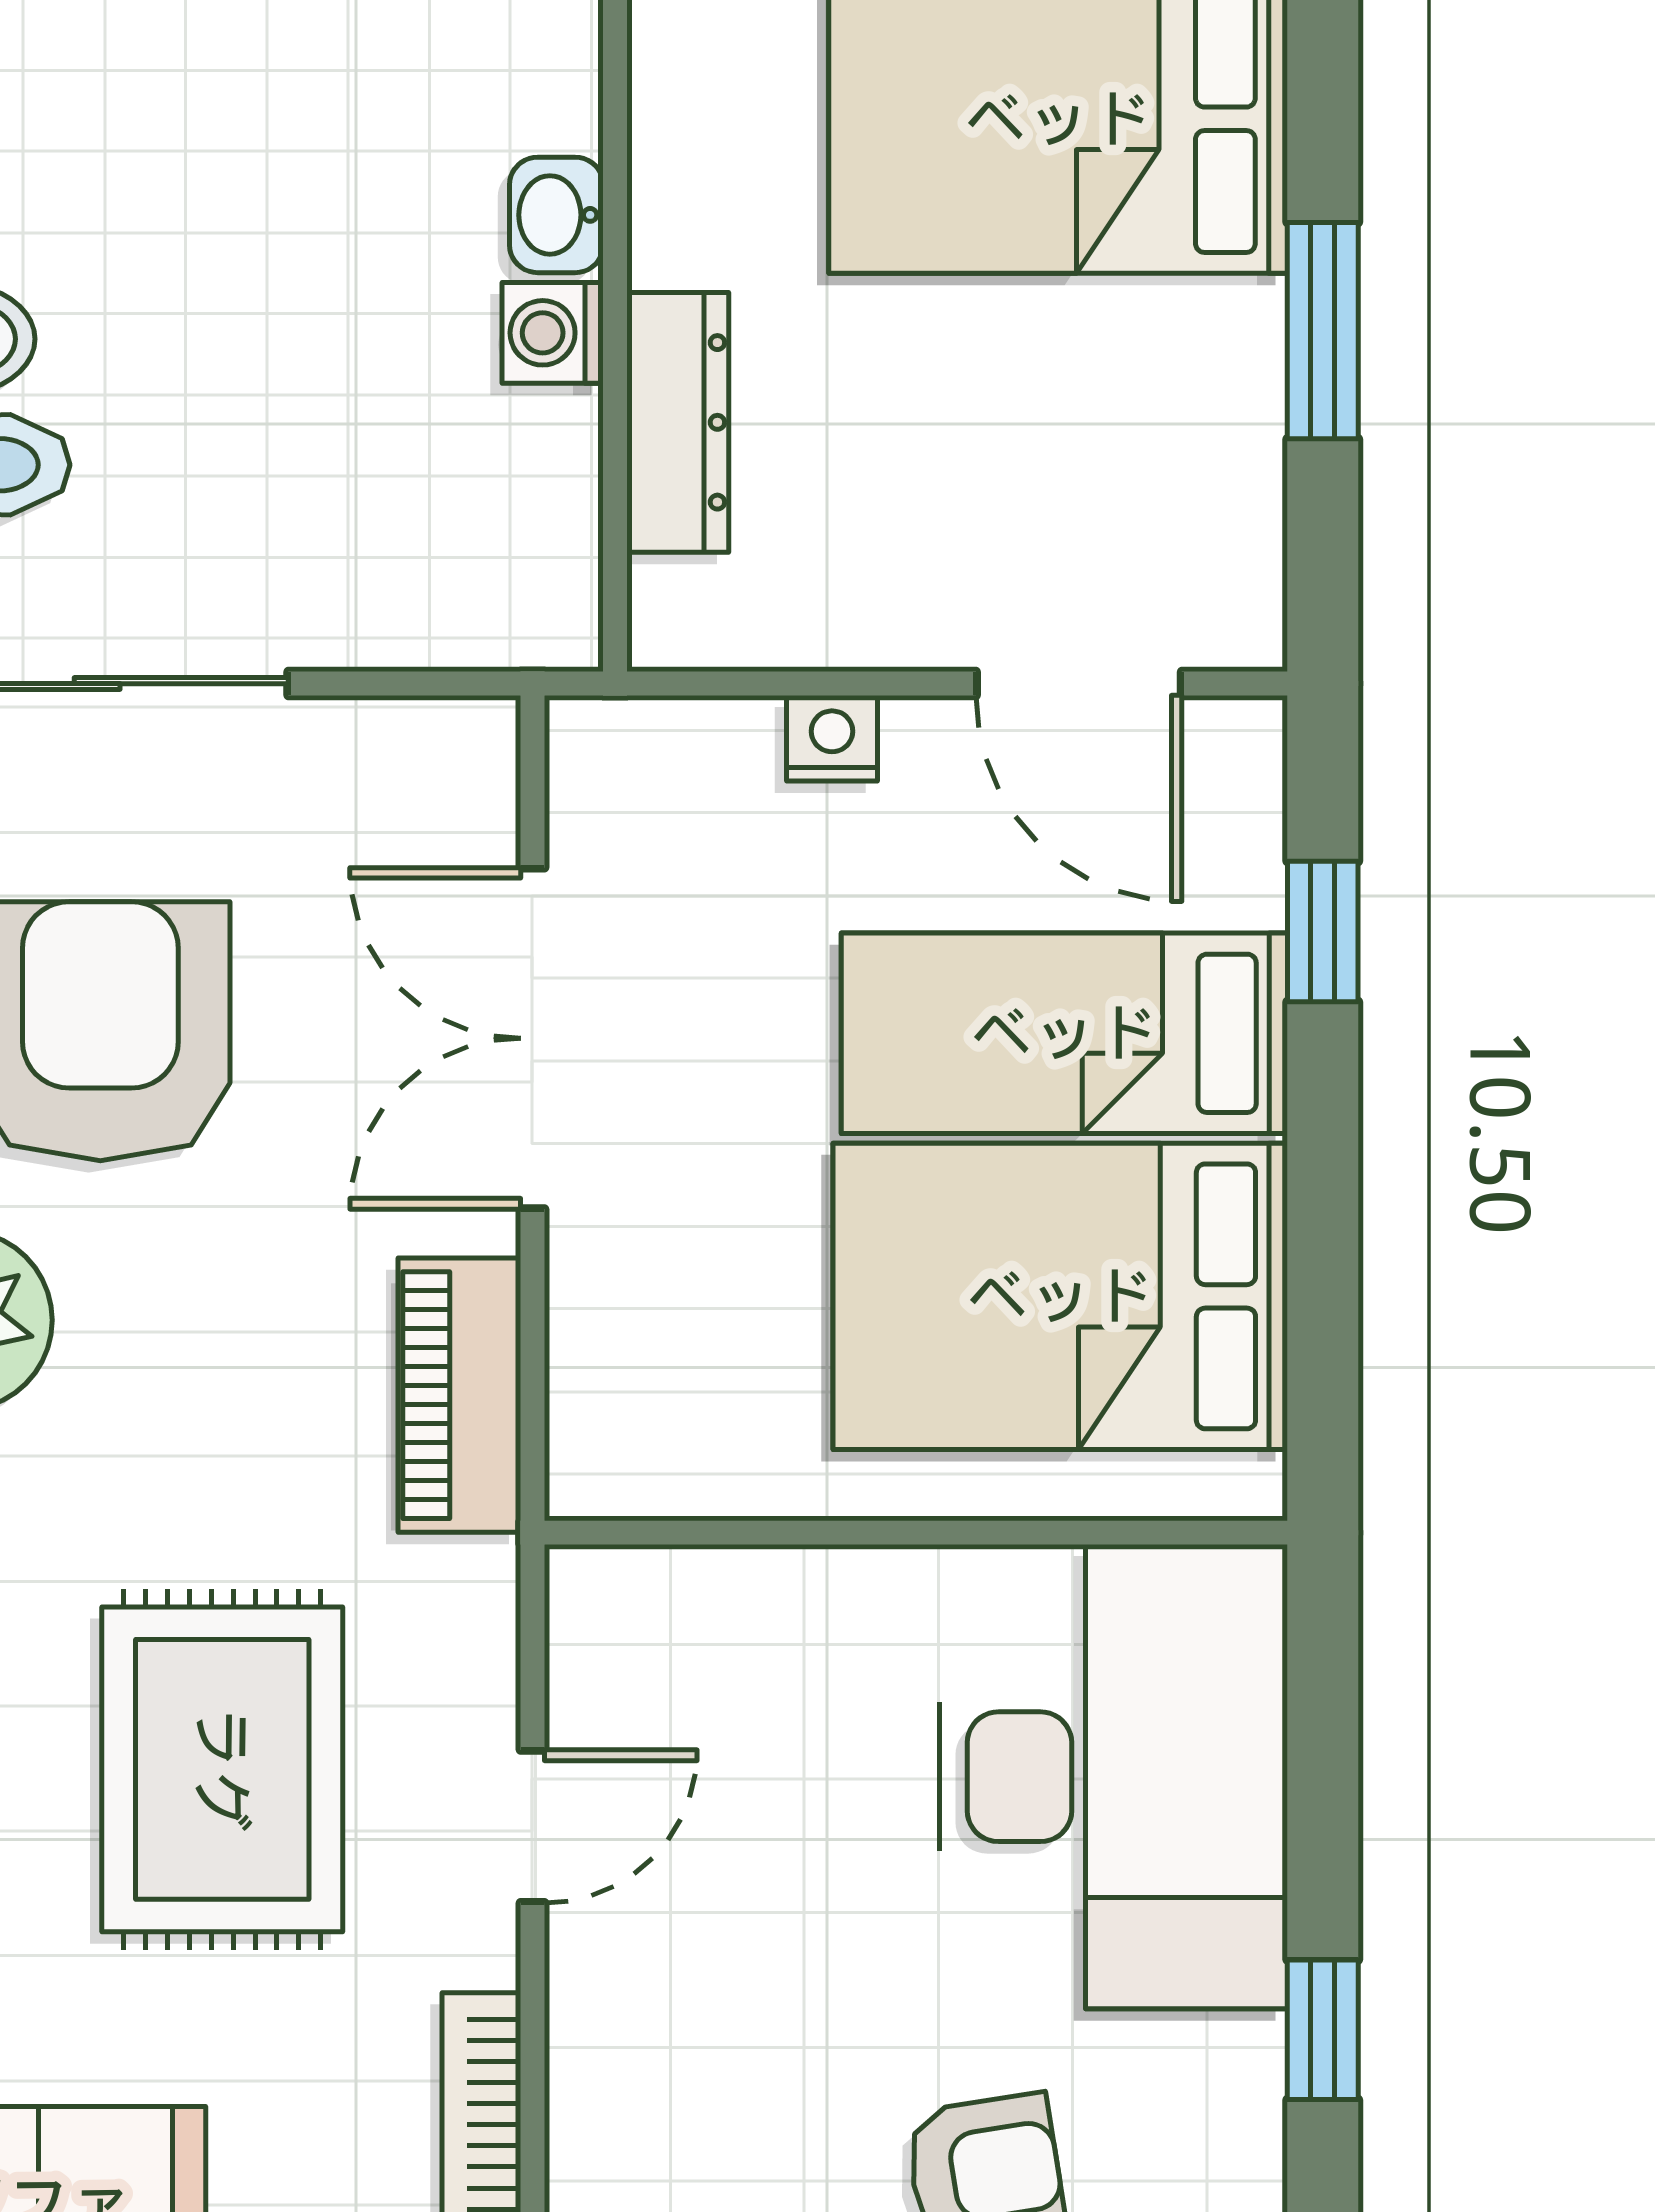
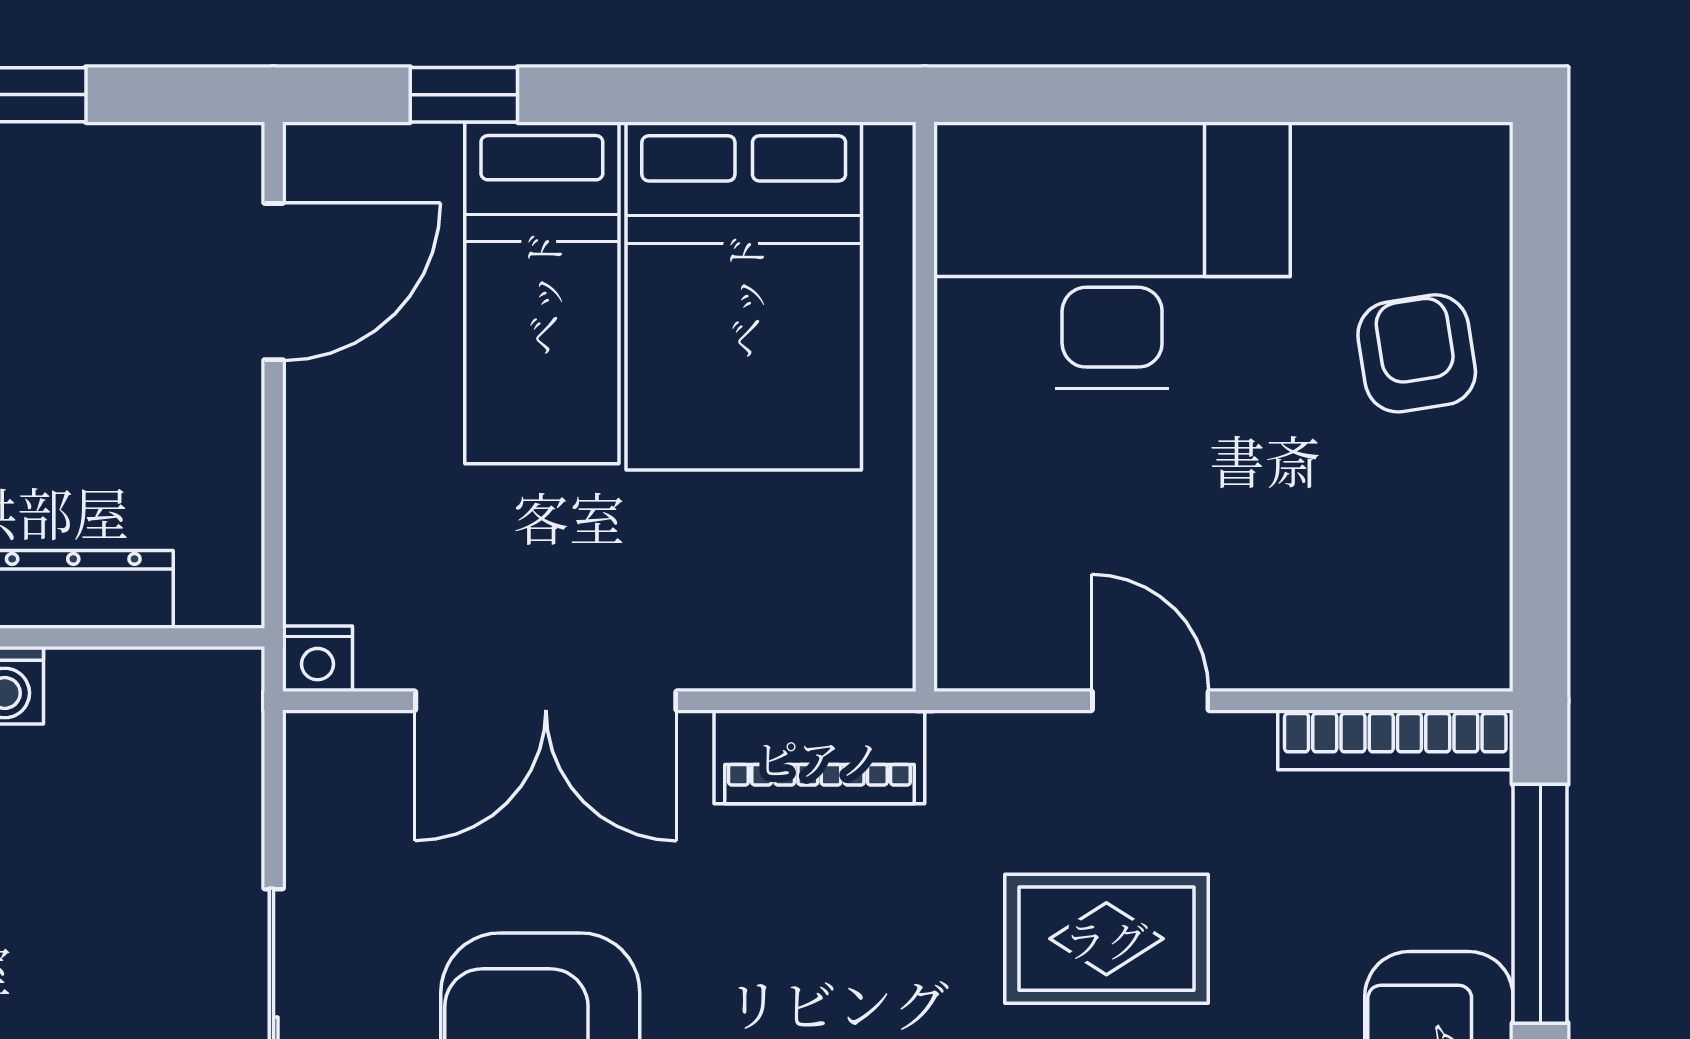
nightstand: (832, 738) -> (317, 659), moved, turned -90
rug: (222, 1769) -> (1106, 939), width x0.73, depth x0.70
window: (1323, 2030) -> (1306, 95), removed

